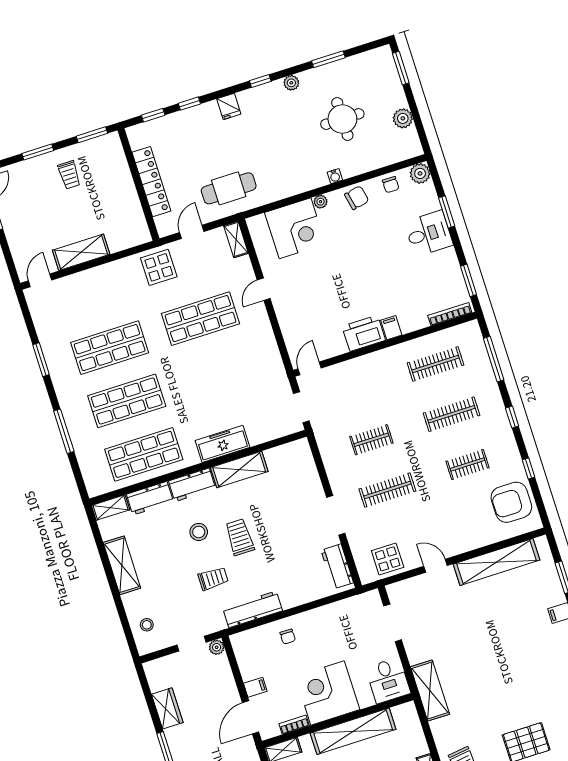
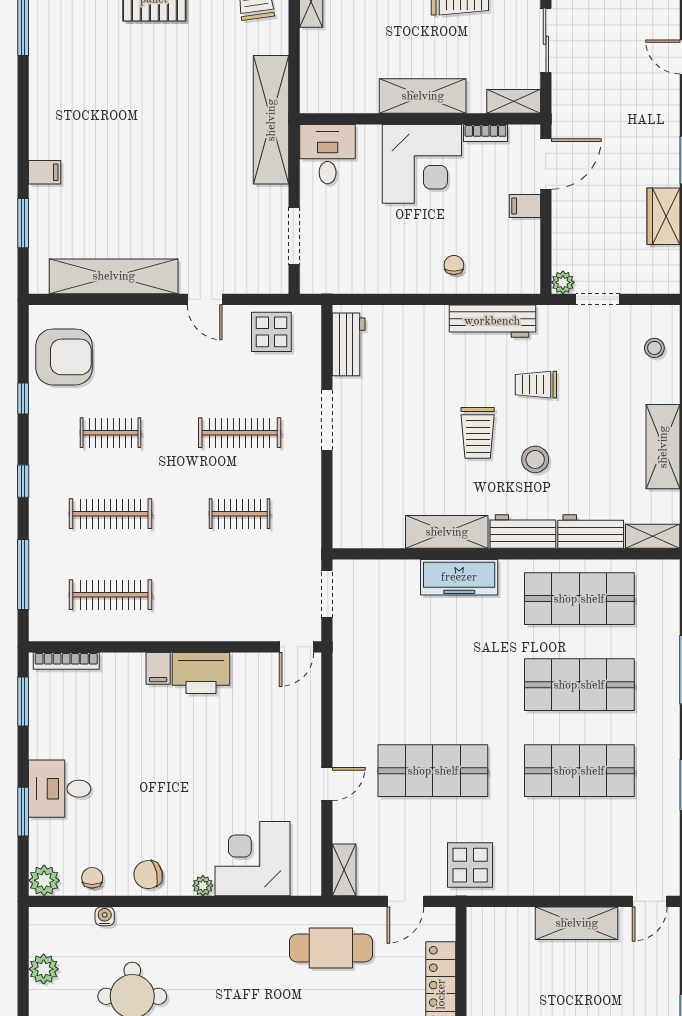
water cooler: (335, 176) -> (105, 916), moved
shelving: (430, 691) -> (271, 120), width x1.47
shelving: (353, 731) -> (423, 96), width x0.68

